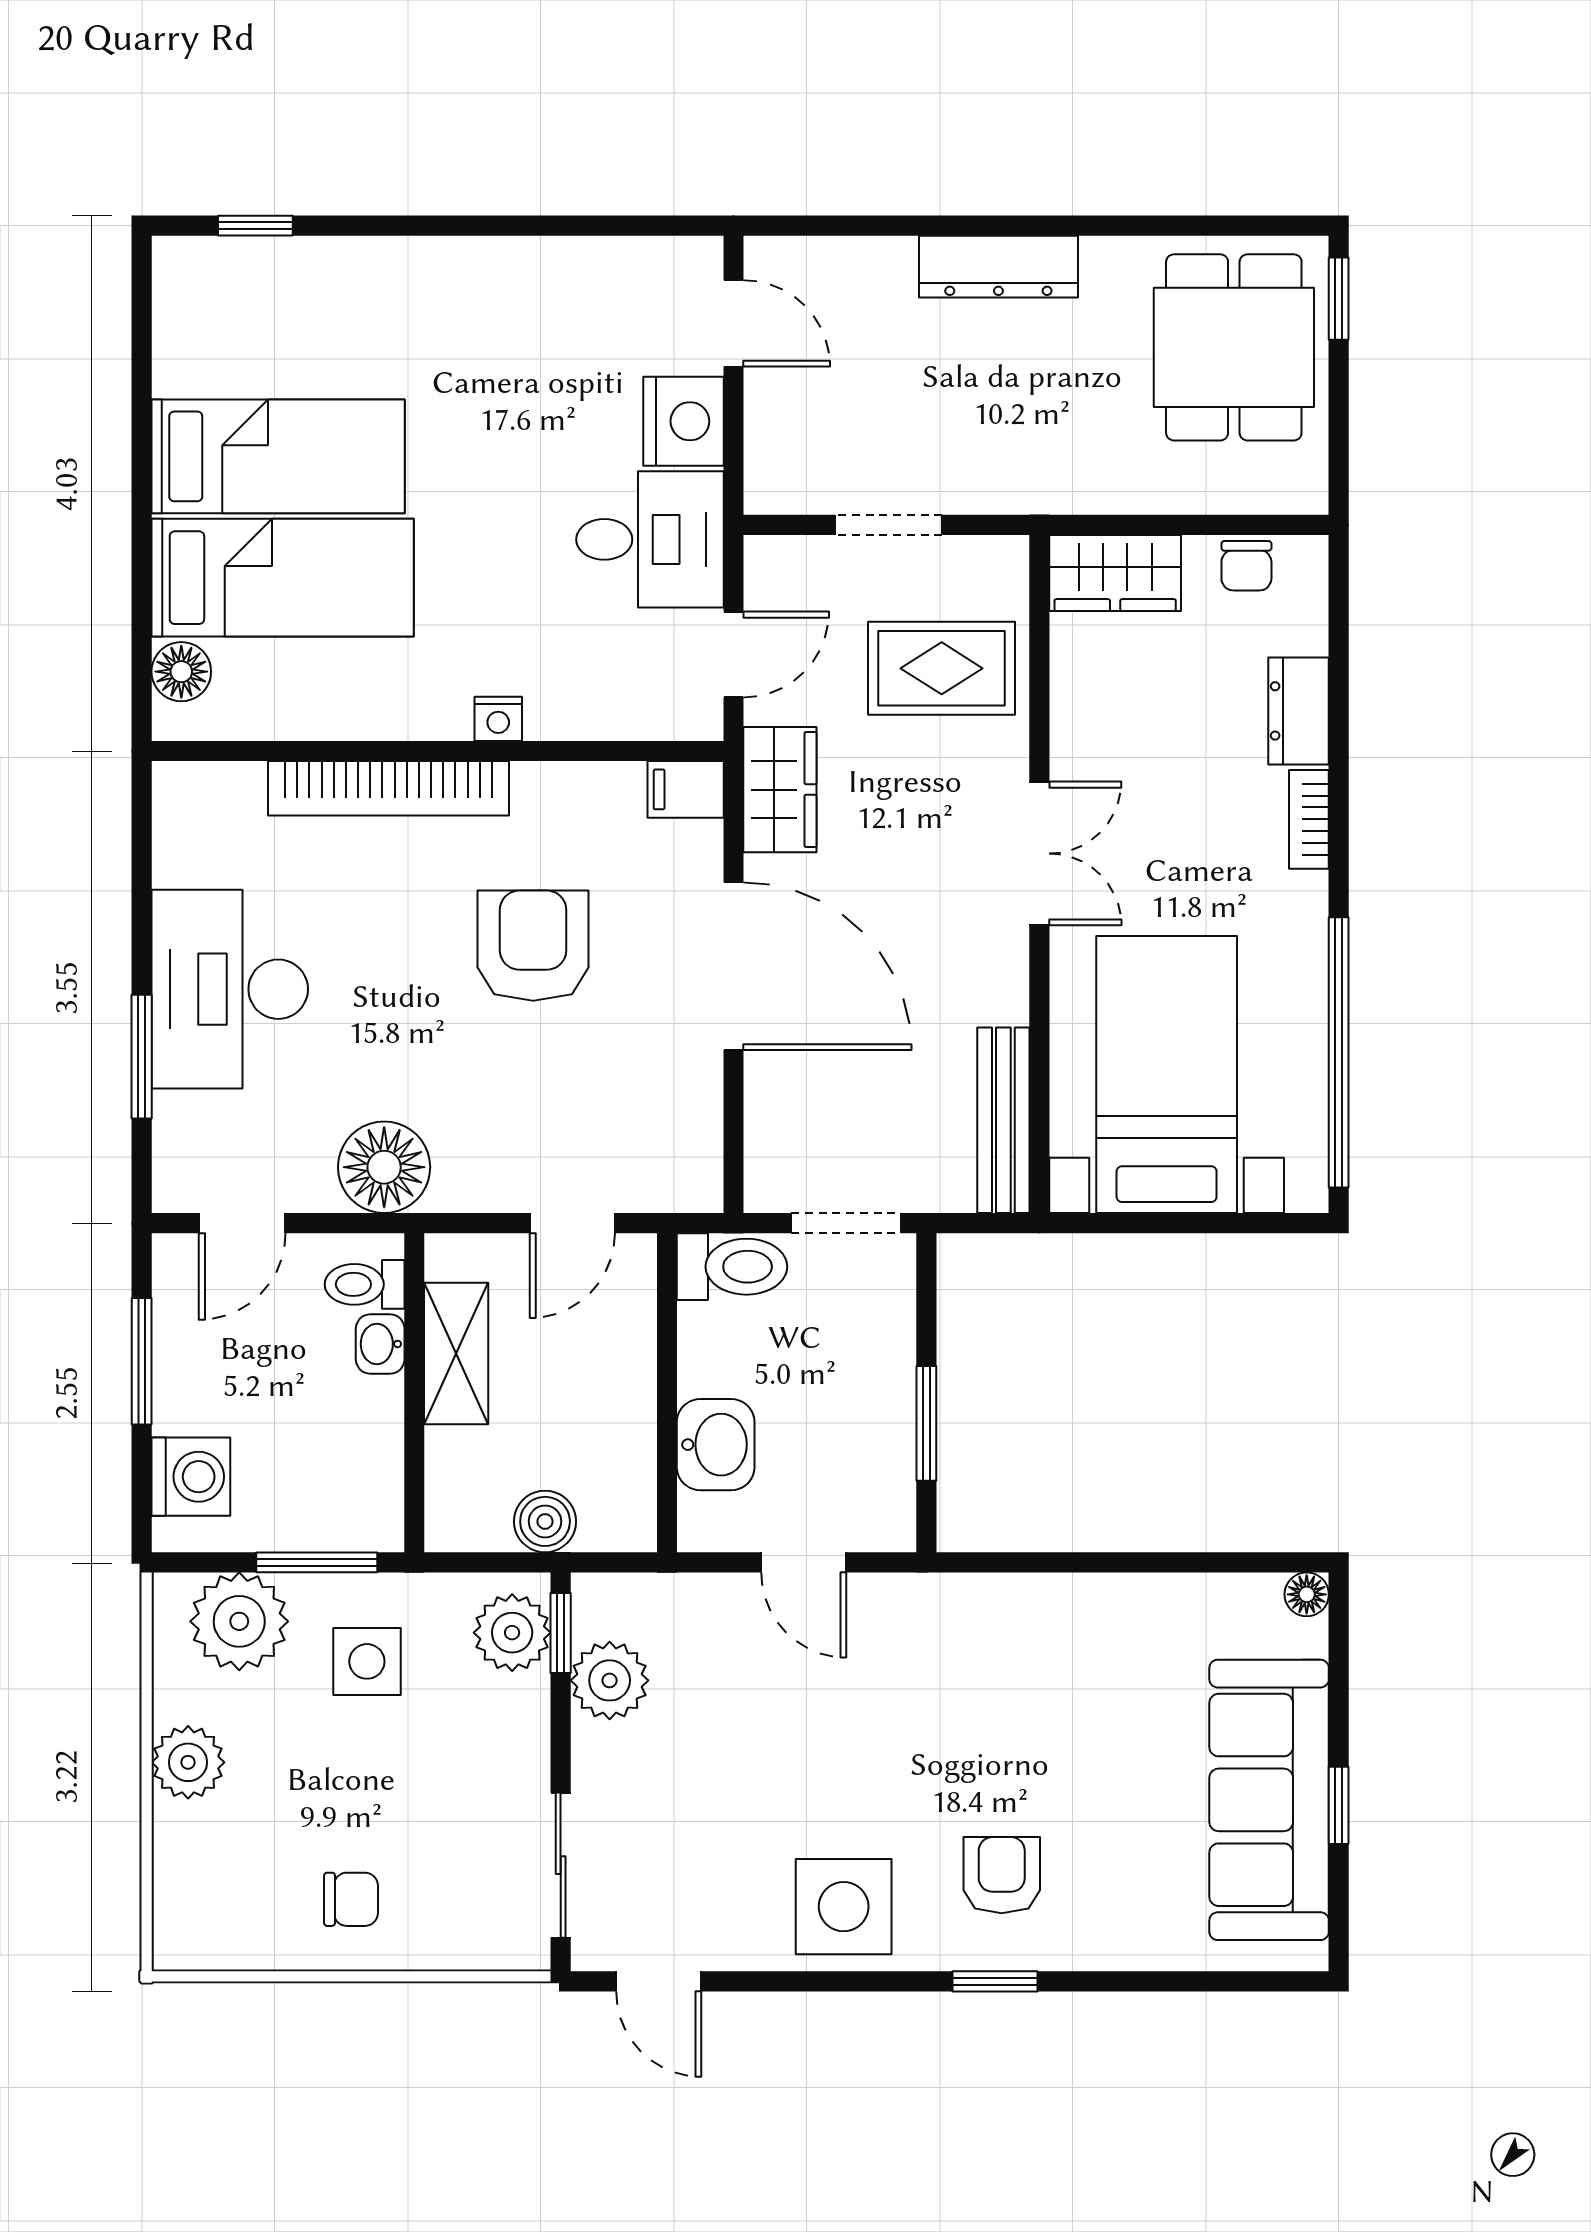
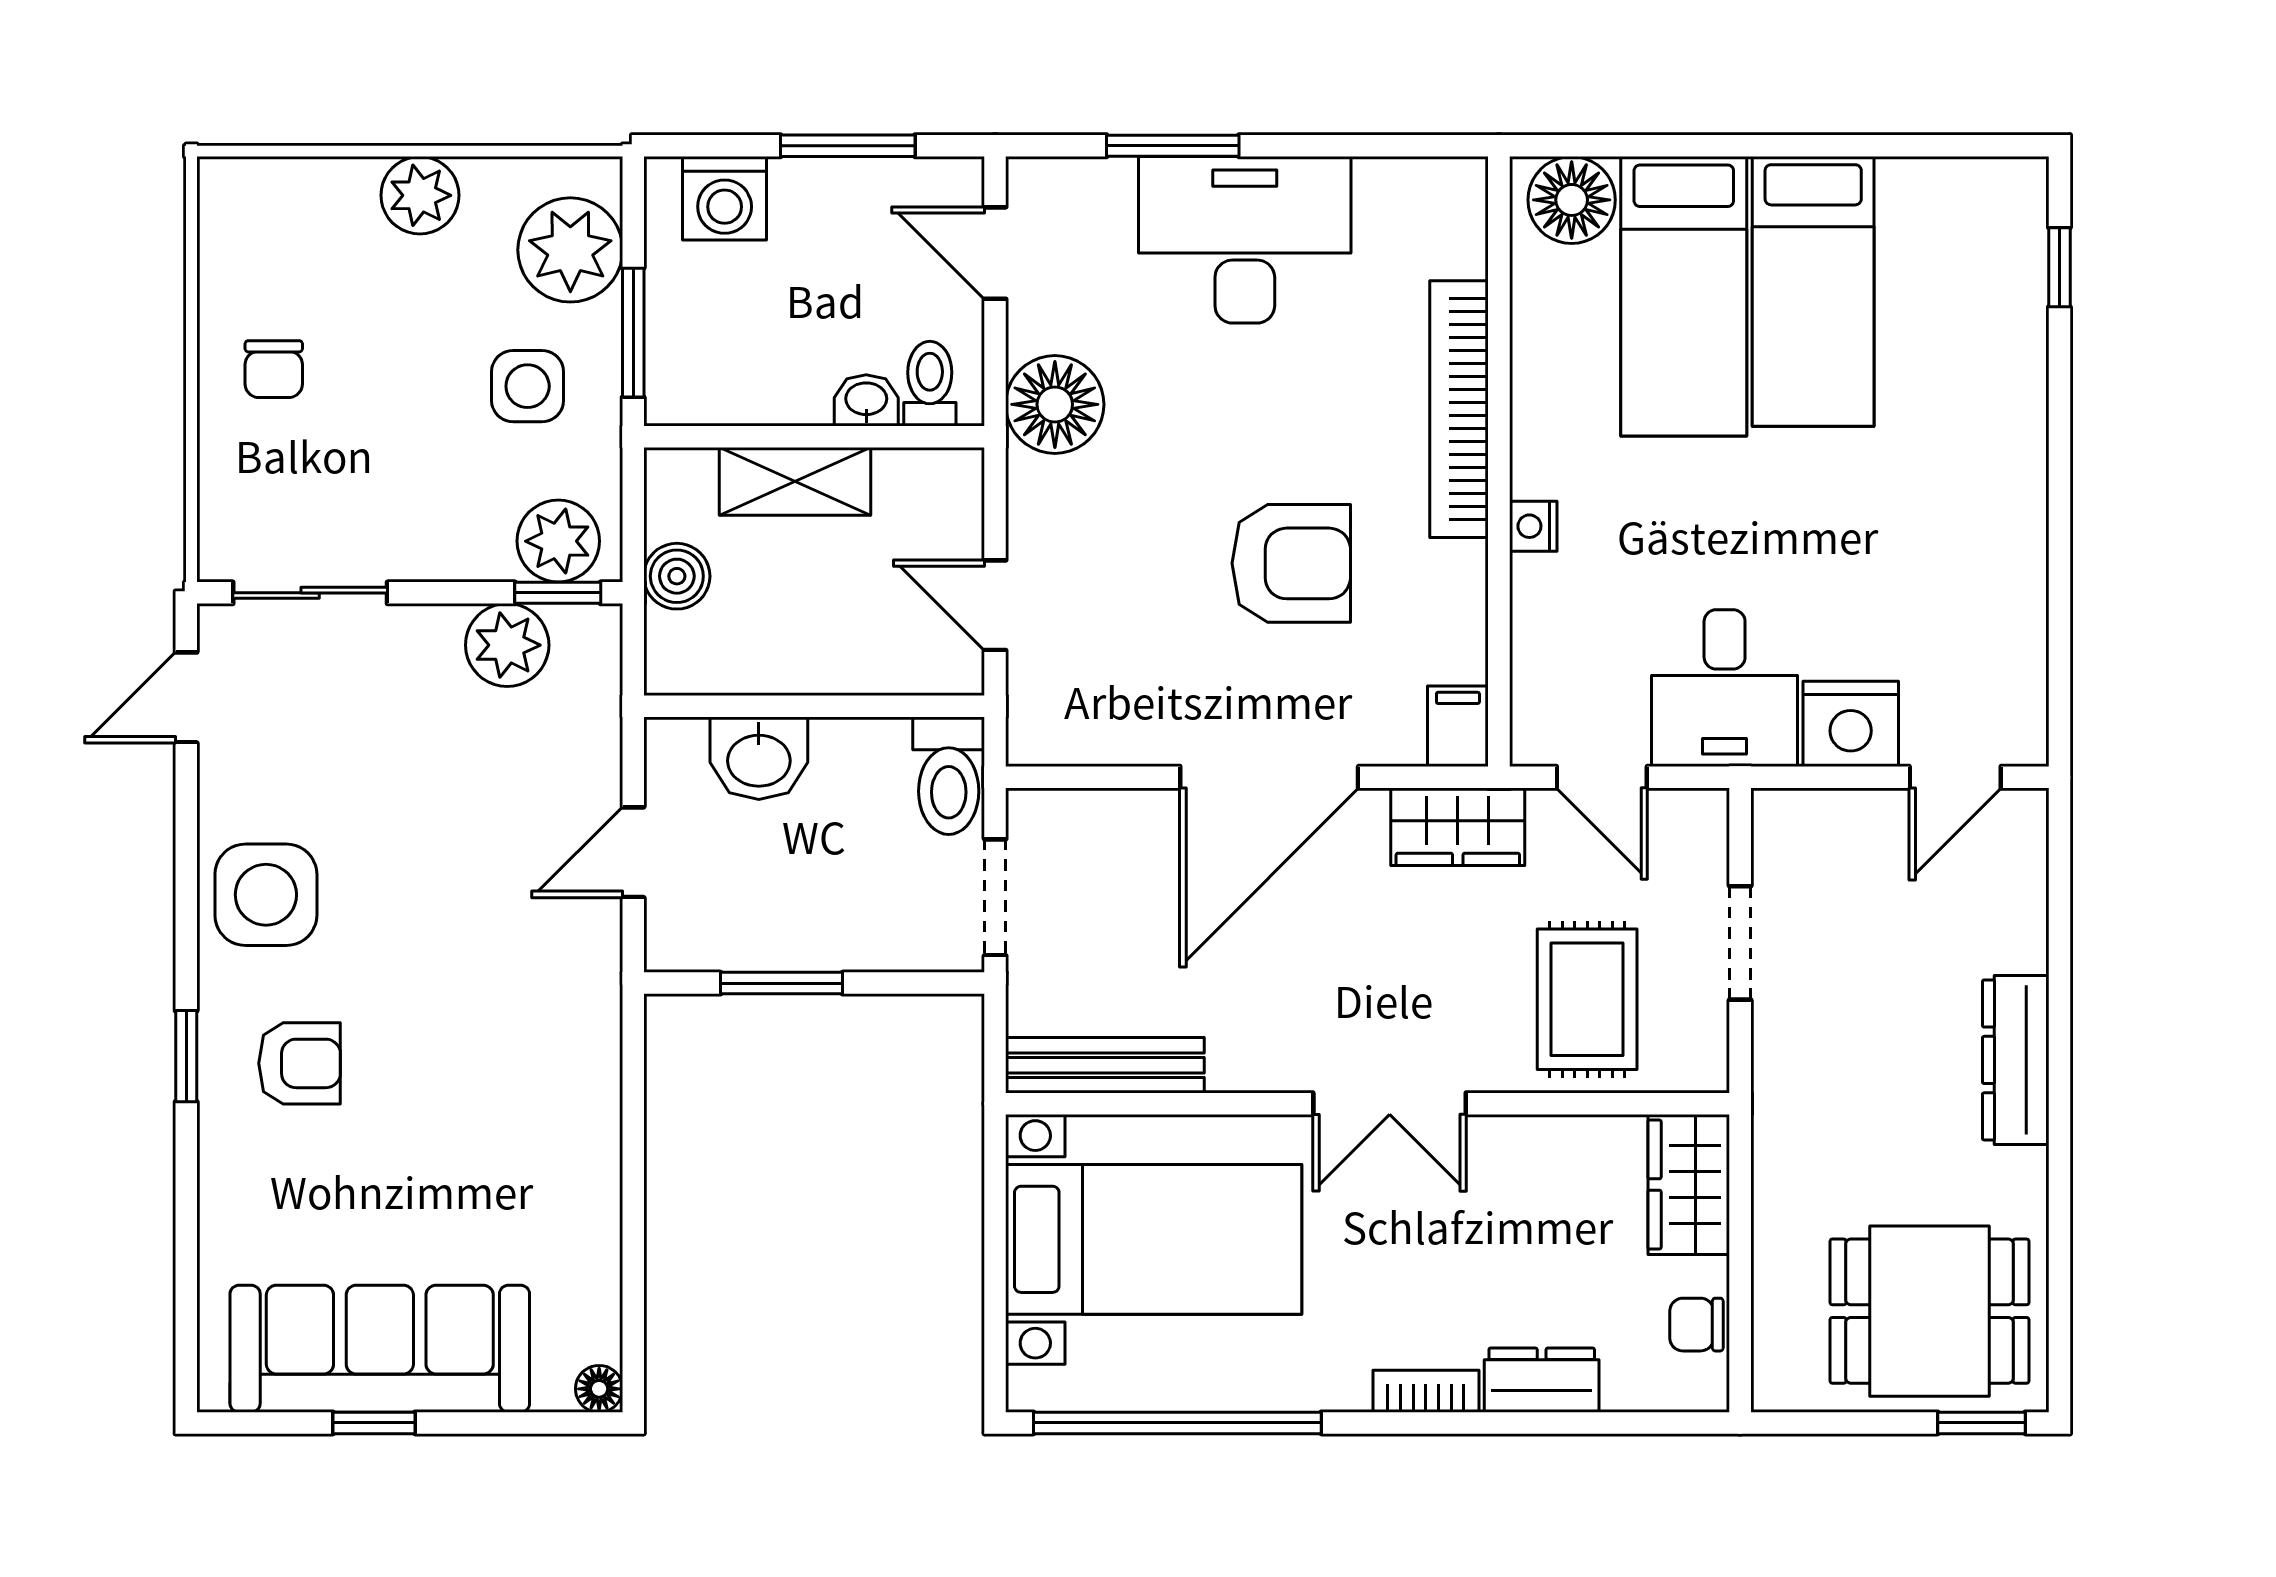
floor lamp: (181, 672) -> (1572, 200), width x1.38, depth x1.38
shelving: (456, 1353) -> (795, 481), moved

